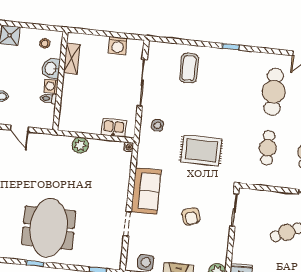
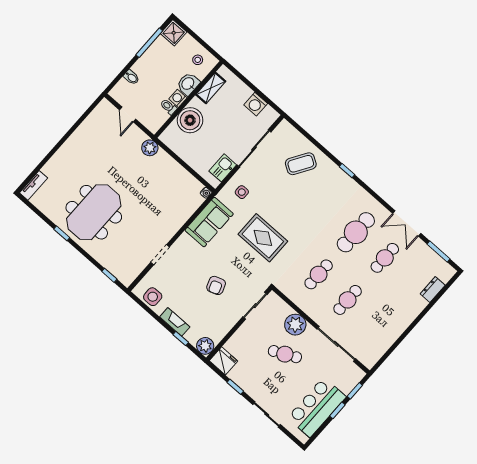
coffee table: (189, 68) -> (301, 164), turned 32
boiler: (74, 97) -> (190, 120), added
kitchen sink: (114, 128) -> (223, 168), moved, turned -90
plant: (80, 145) -> (150, 148), moved
sofa: (146, 191) -> (209, 222), moved
plant: (278, 202) -> (295, 325), added

